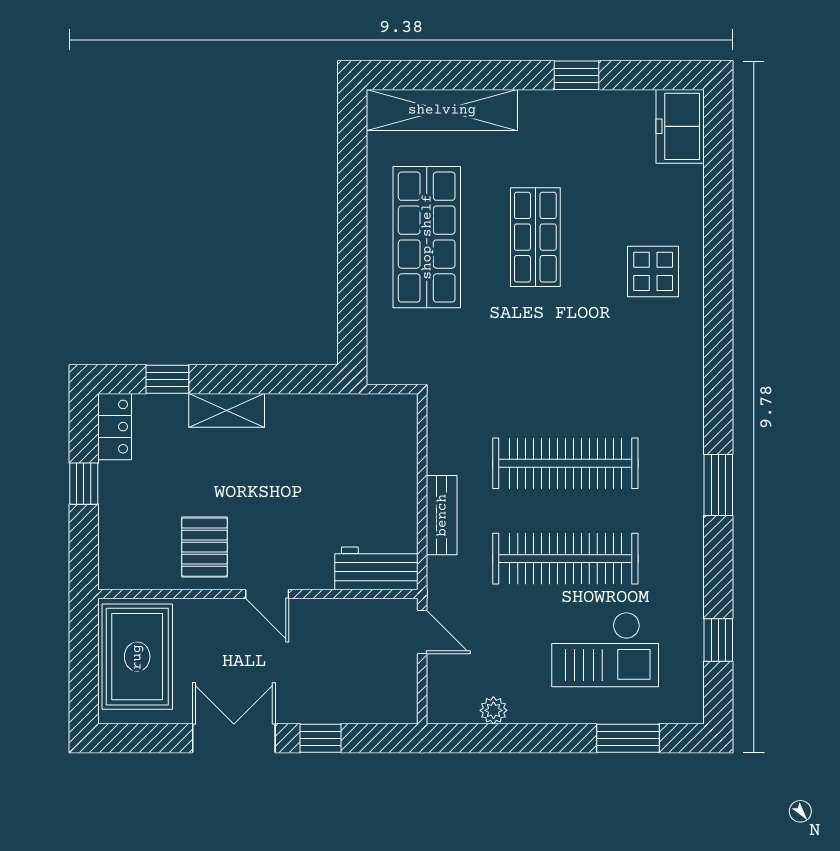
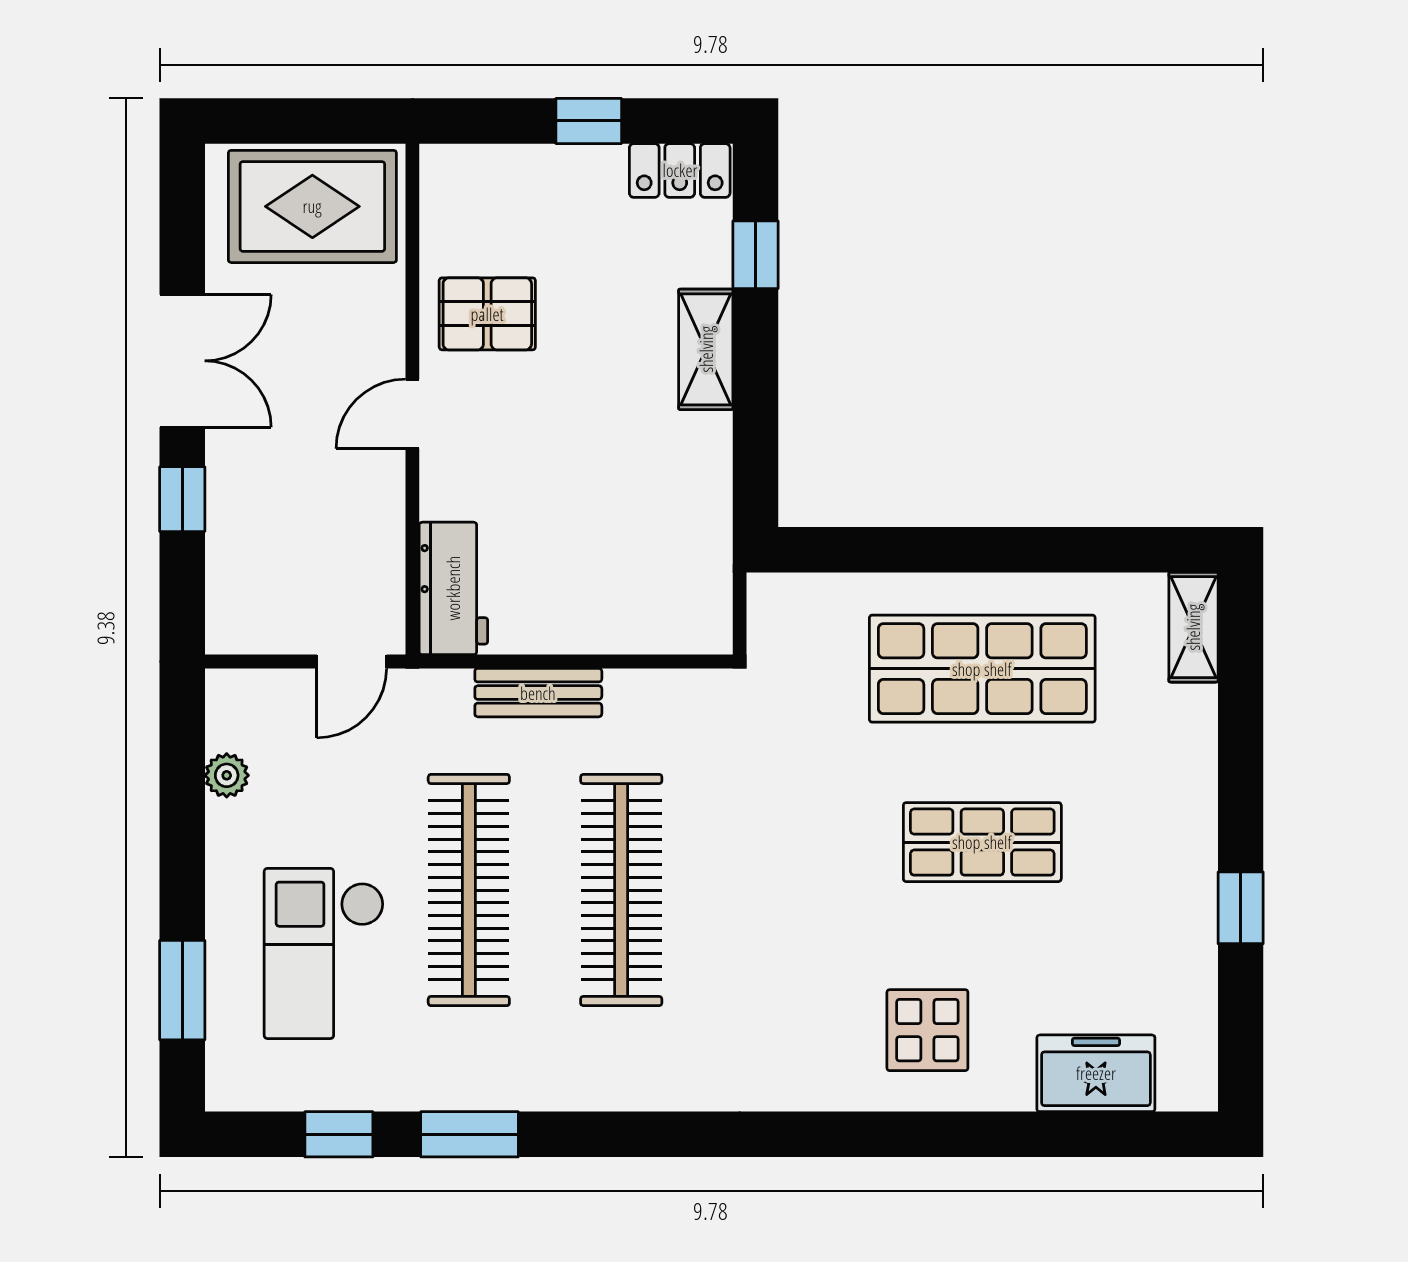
shelving: (442, 110) -> (1193, 627), width x0.45, depth x0.75
freezer: (680, 126) -> (1096, 1073), moved
window: (718, 485) -> (469, 1134), moved

